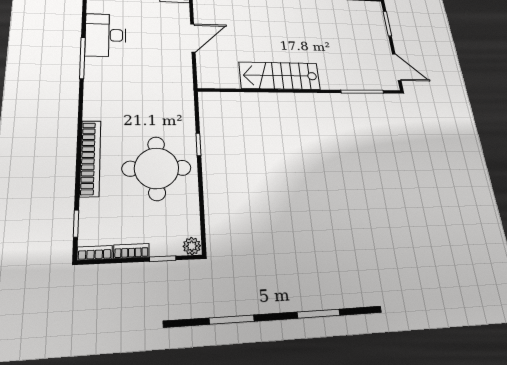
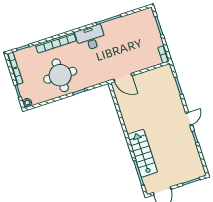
desk: (106, 35) -> (91, 38), moved
door: (193, 38) -> (123, 78), moved
stairs: (280, 76) -> (142, 153), moved

